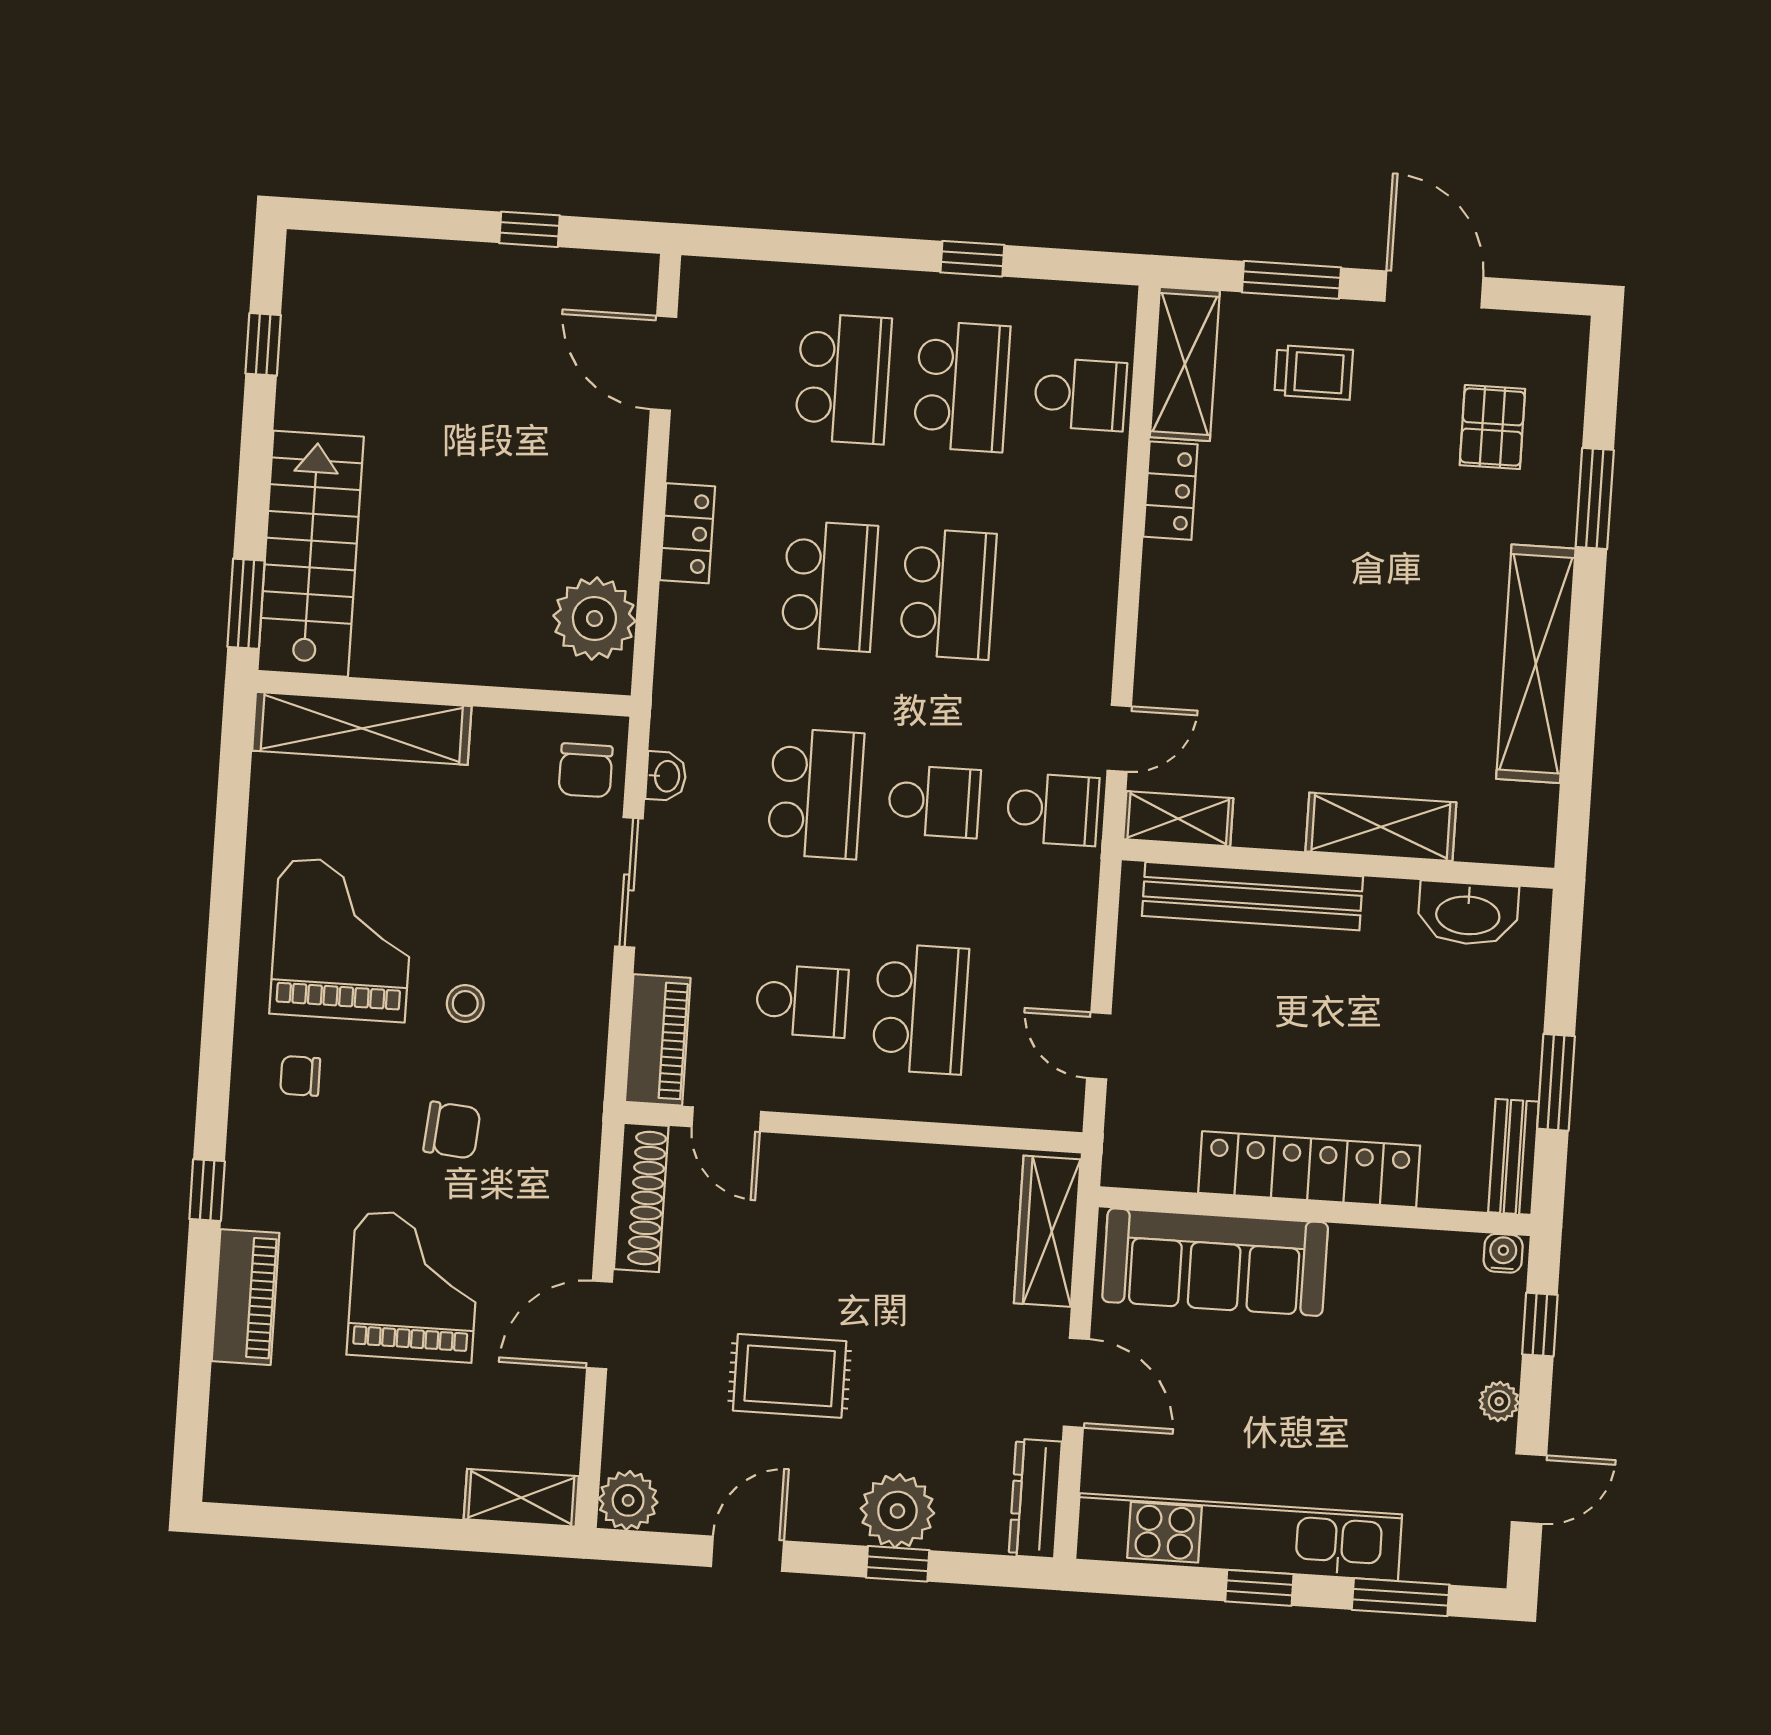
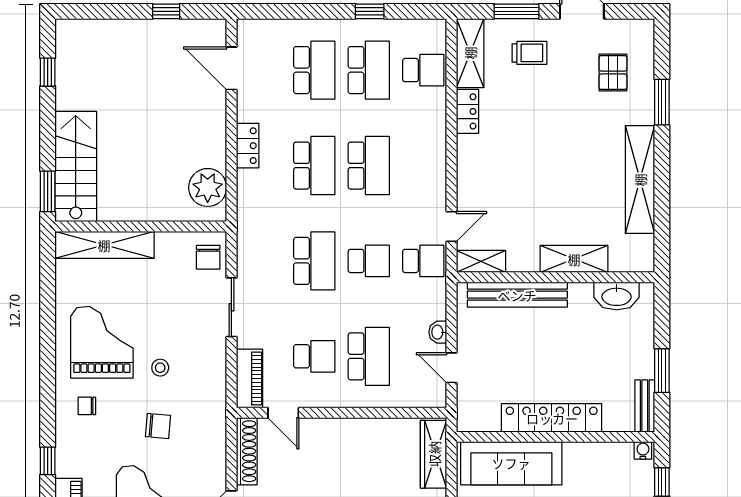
washbasin: (666, 776) -> (438, 332), moved, turned 180

